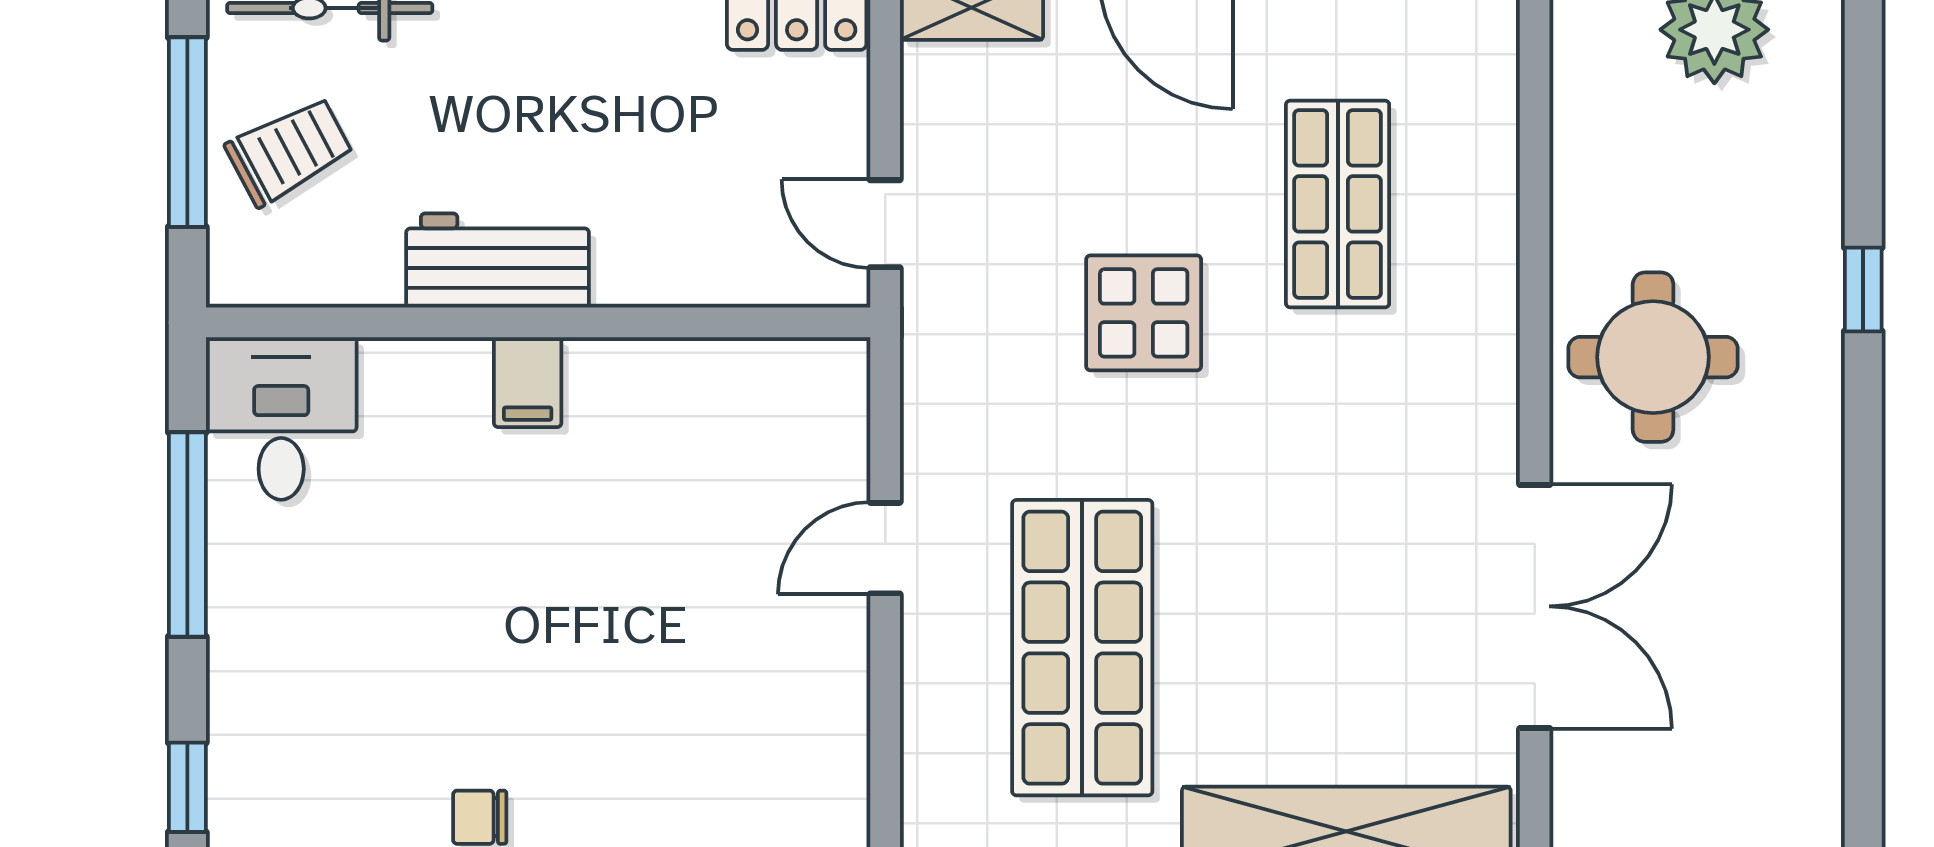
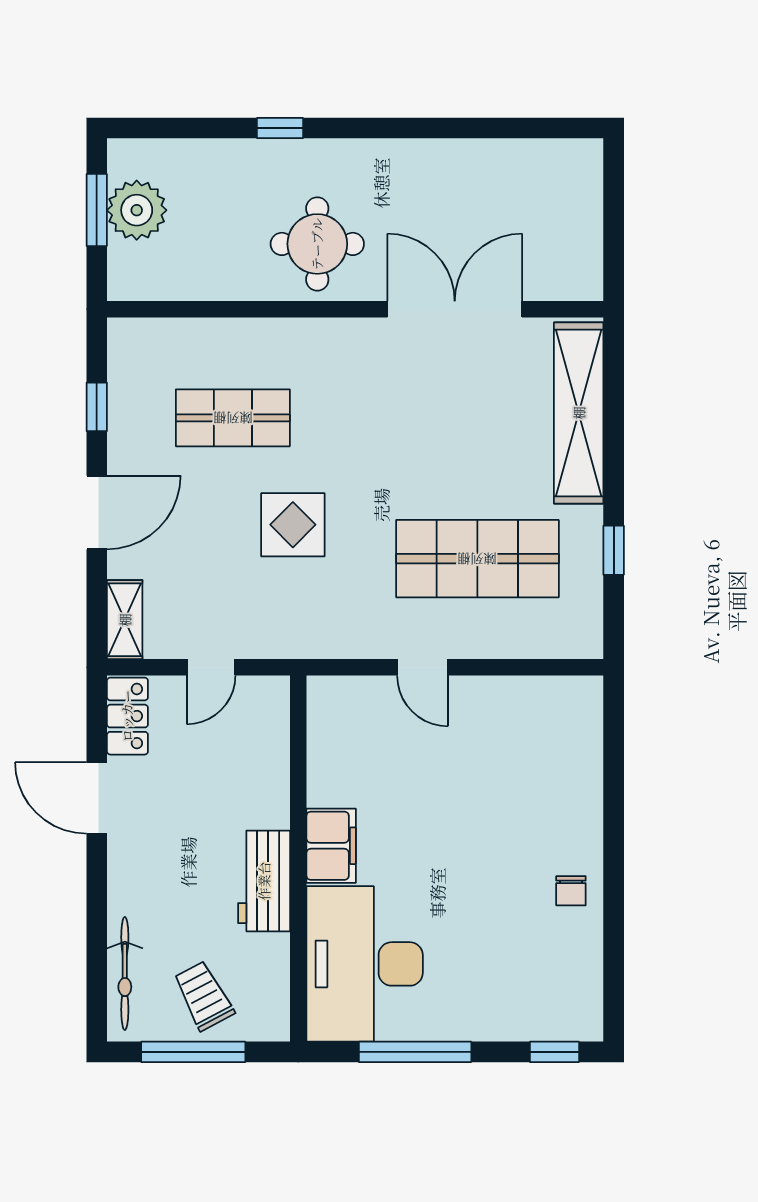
door: (885, 224) -> (211, 667), moved
filing cabinet: (528, 382) -> (331, 846), width x2.00
desk: (281, 418) -> (365, 964), width x1.87, depth x1.30

